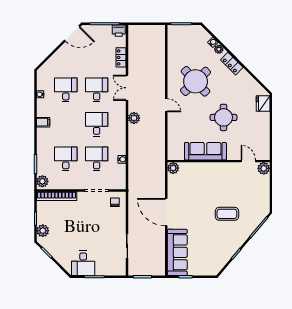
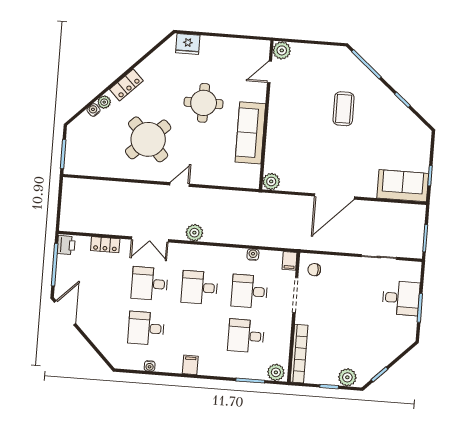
filing cabinet: (120, 185) -> (290, 261), added
sofa: (177, 252) -> (403, 186), width x0.73
desk: (83, 263) -> (401, 298), moved

